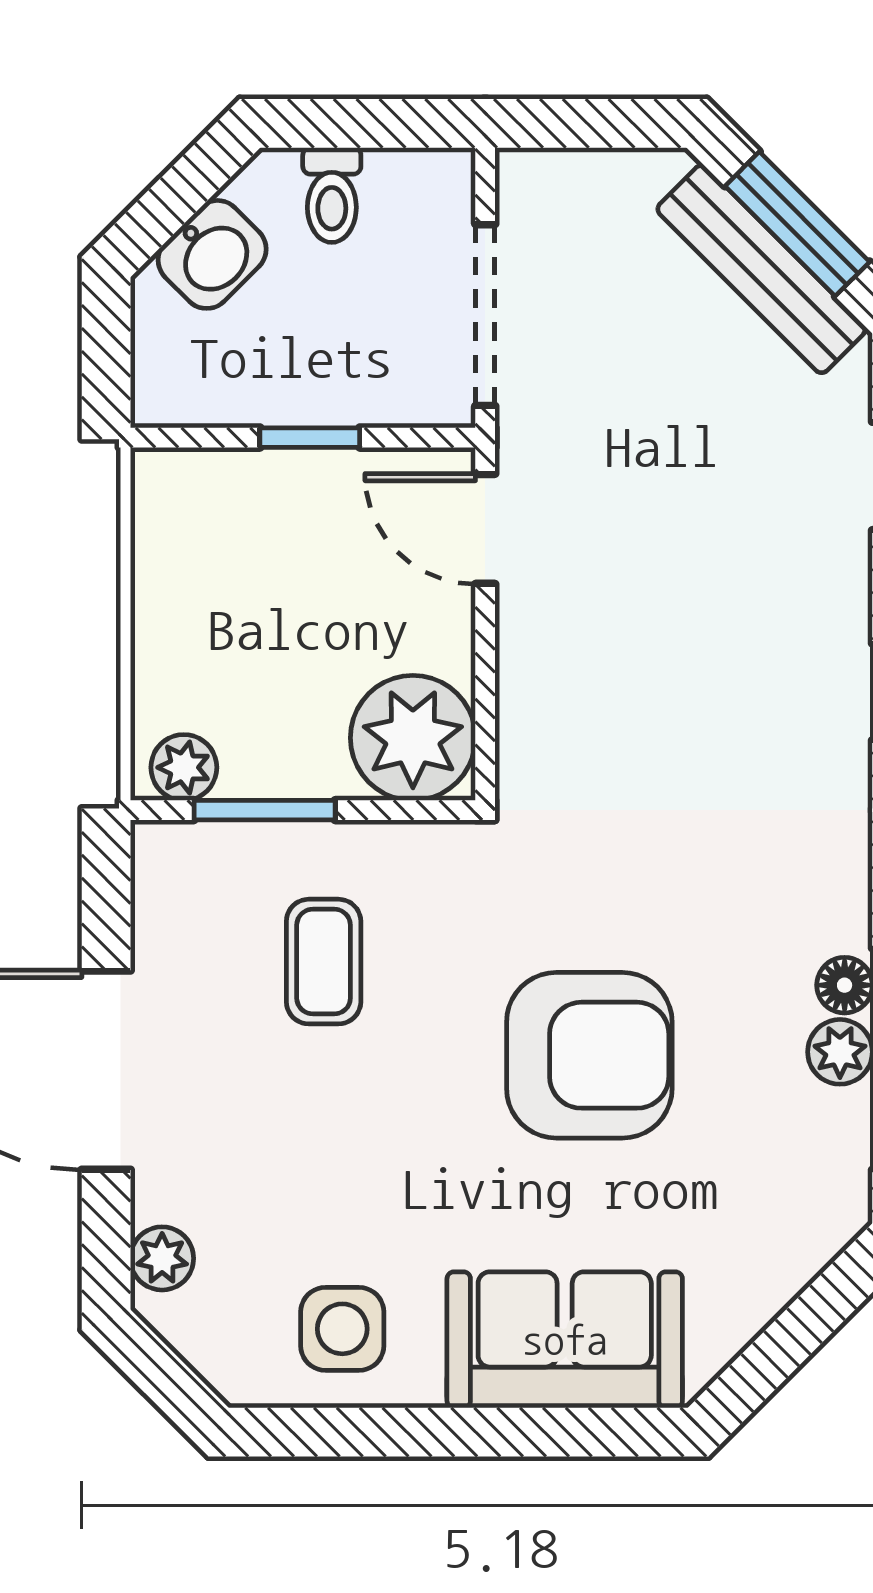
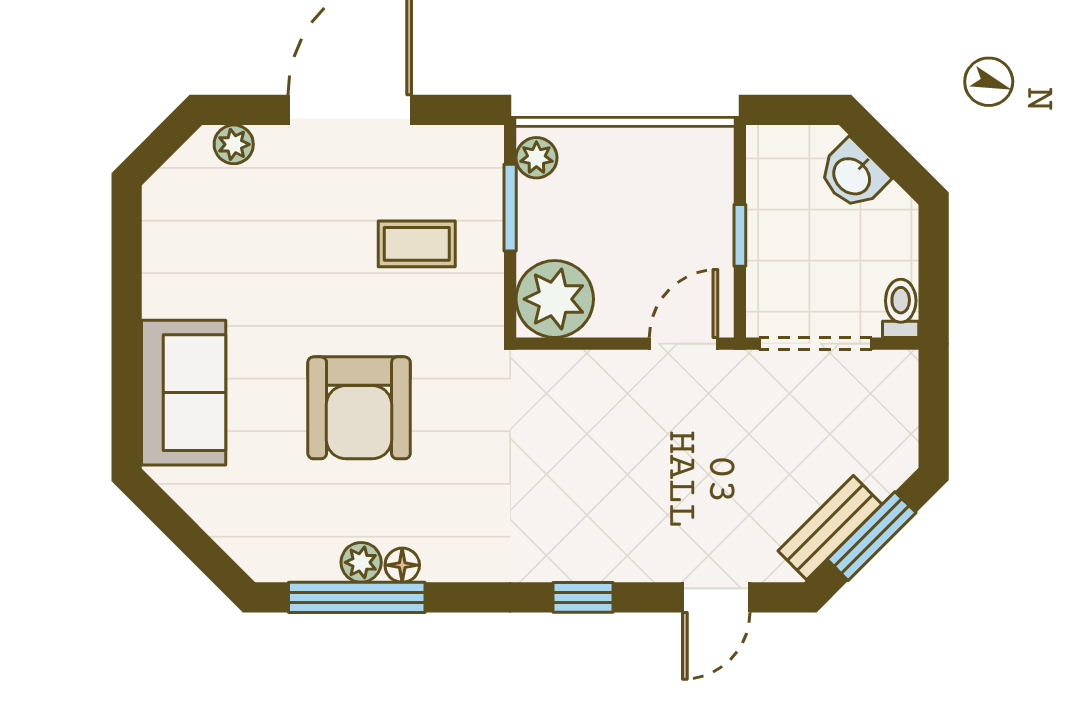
toilet: (332, 195) -> (901, 308), moved, turned 90
bench: (761, 269) -> (830, 528), width x0.73
side table: (342, 1329) -> (190, 255), removed

